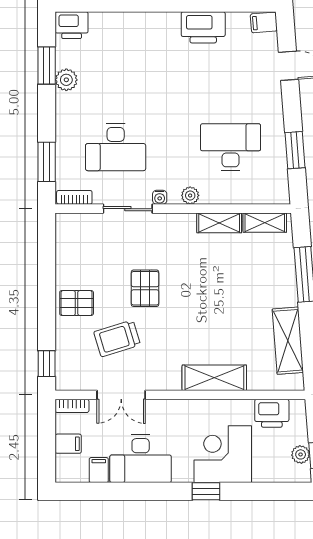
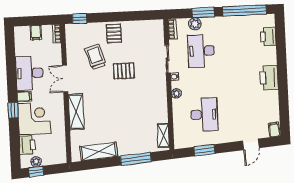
printer: (72, 25) -> (268, 37), moved
printer: (203, 27) -> (269, 78), moved
window: (47, 66) -> (244, 10), width x2.11
plant: (66, 80) -> (195, 24), moved
window: (47, 162) -> (203, 13), moved
shelving: (219, 223) -> (162, 110), removed
double door: (121, 395) -> (65, 79), moved
printer: (272, 413) -> (27, 145), moved, turned 180
filing cabinet: (99, 470) -> (24, 97), moved

